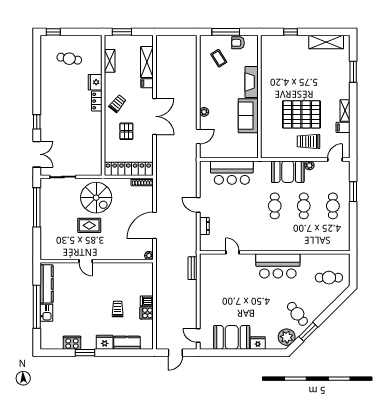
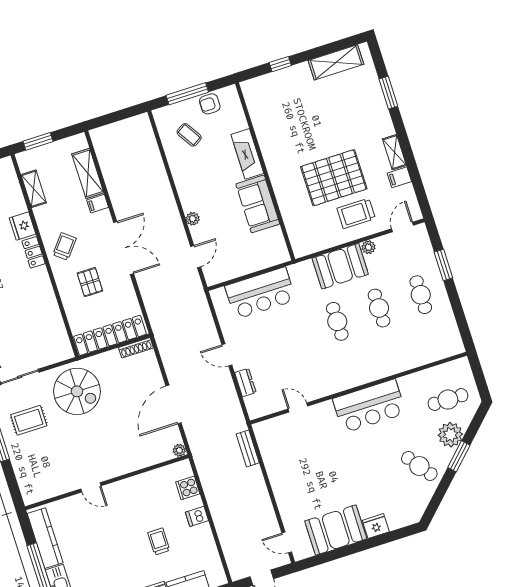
rug: (89, 225) -> (29, 420), moved
cooker: (147, 313) -> (188, 488), moved
window: (308, 332) -> (459, 456), moved
plant: (287, 337) -> (450, 435), moved

